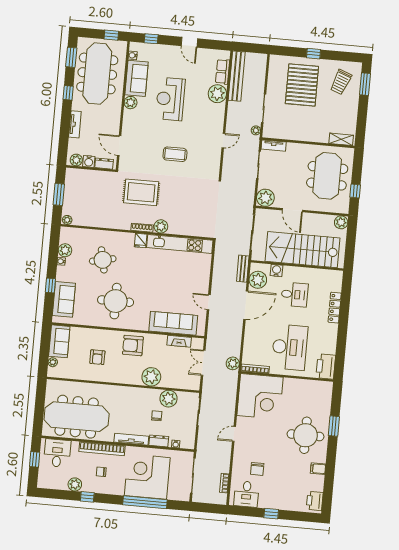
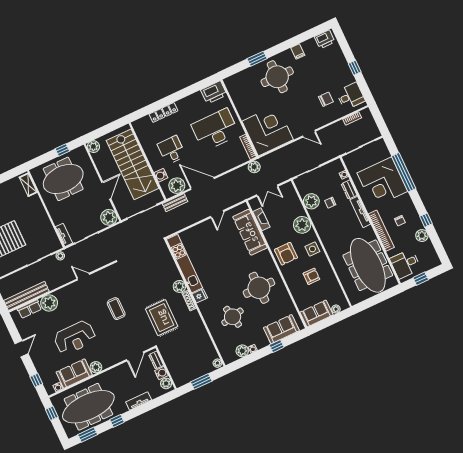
side table: (123, 373) -> (312, 249), added

